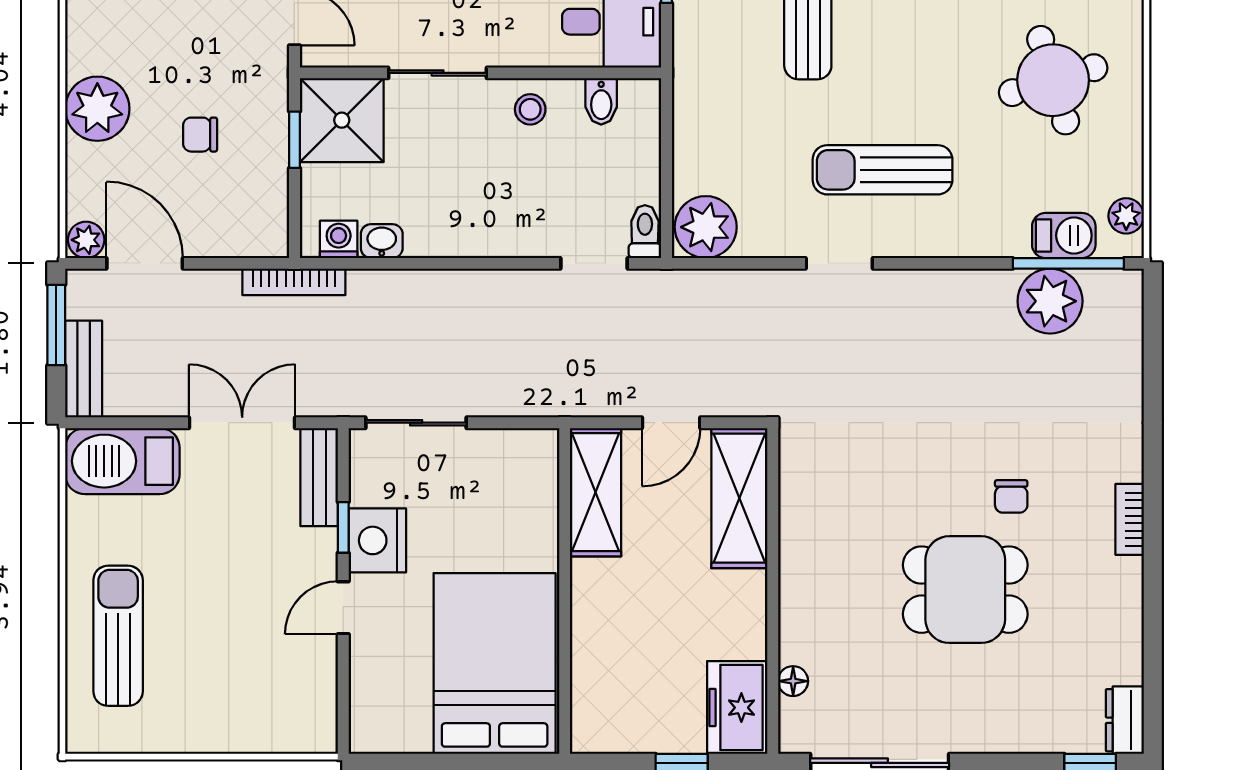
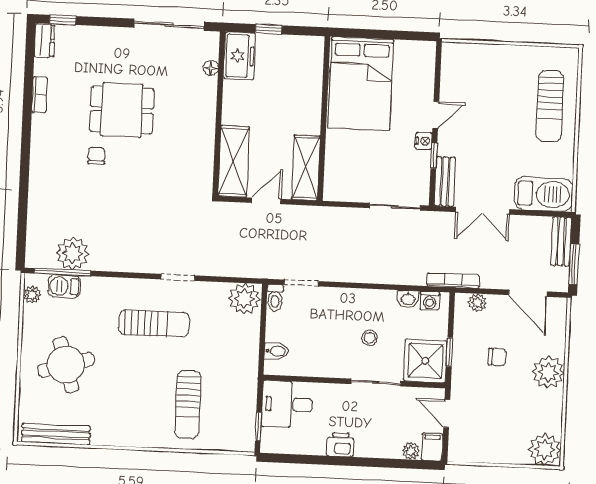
bidet: (601, 101) -> (276, 351), moved, turned 90
stool: (530, 109) -> (369, 338), moved
plant: (86, 240) -> (477, 303), moved
bookcase: (1130, 519) -> (40, 95), moved
nightstand: (377, 540) -> (424, 141), width x0.53, depth x0.56

